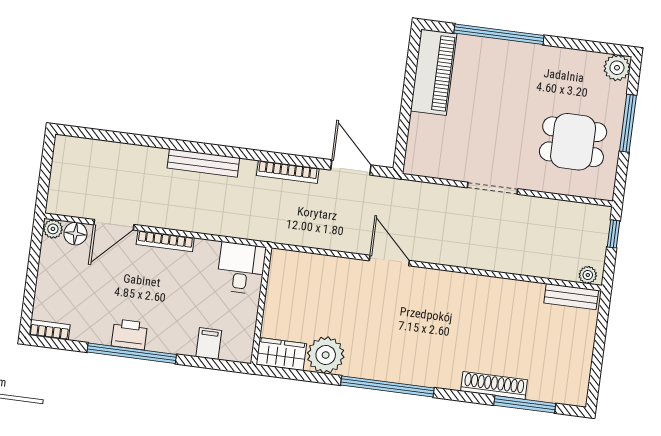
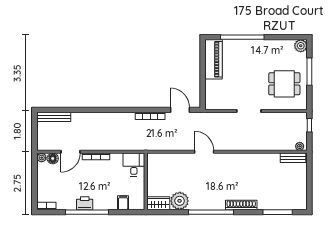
bench: (203, 163) -> (54, 117), moved
shoe rack: (494, 385) -> (241, 205), moved

